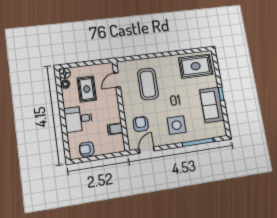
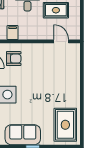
coffee table: (148, 84) -> (53, 72), removed

